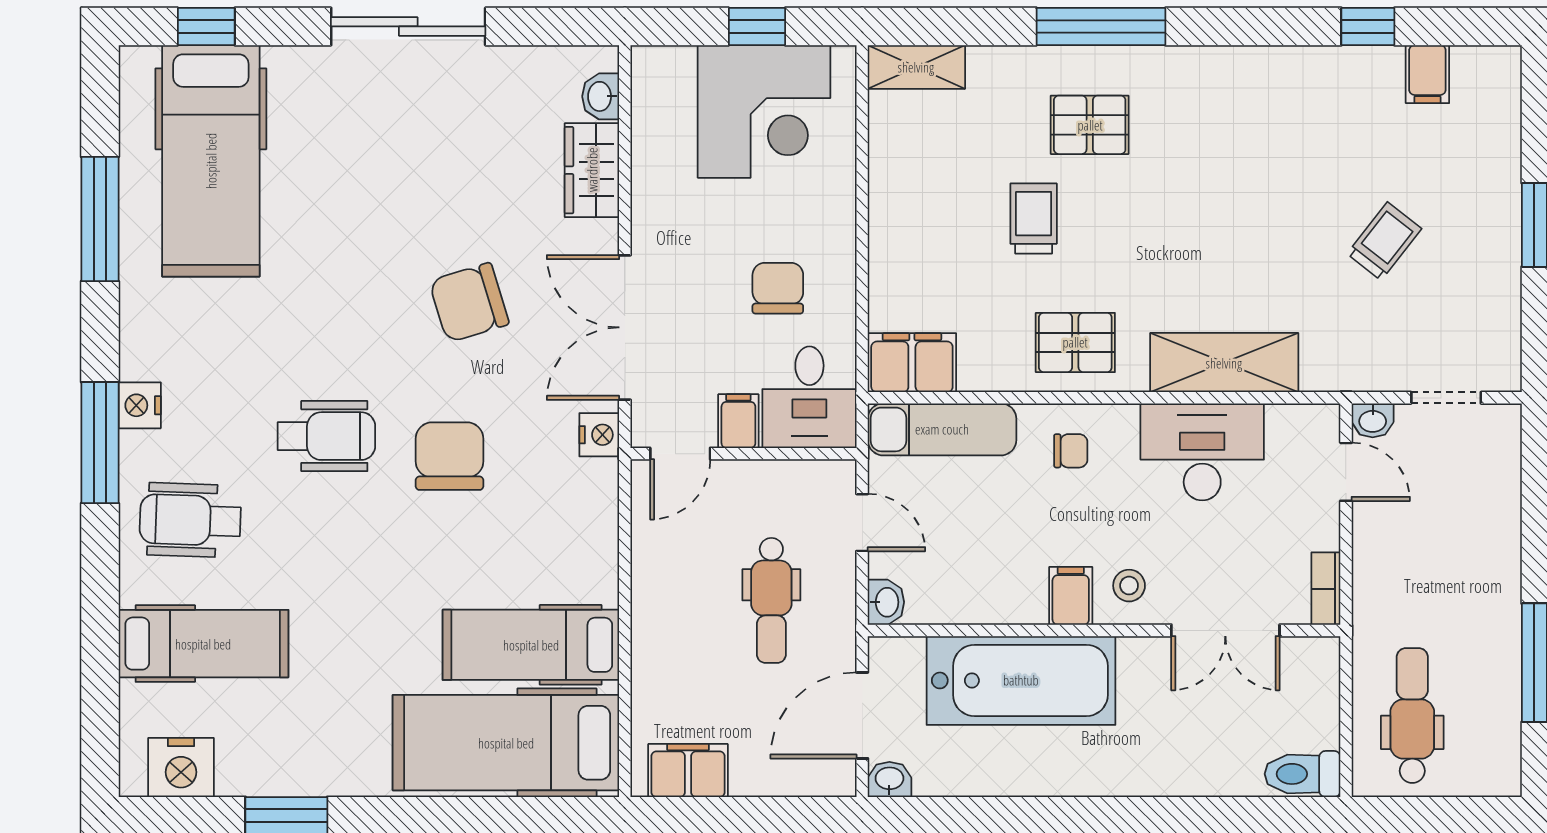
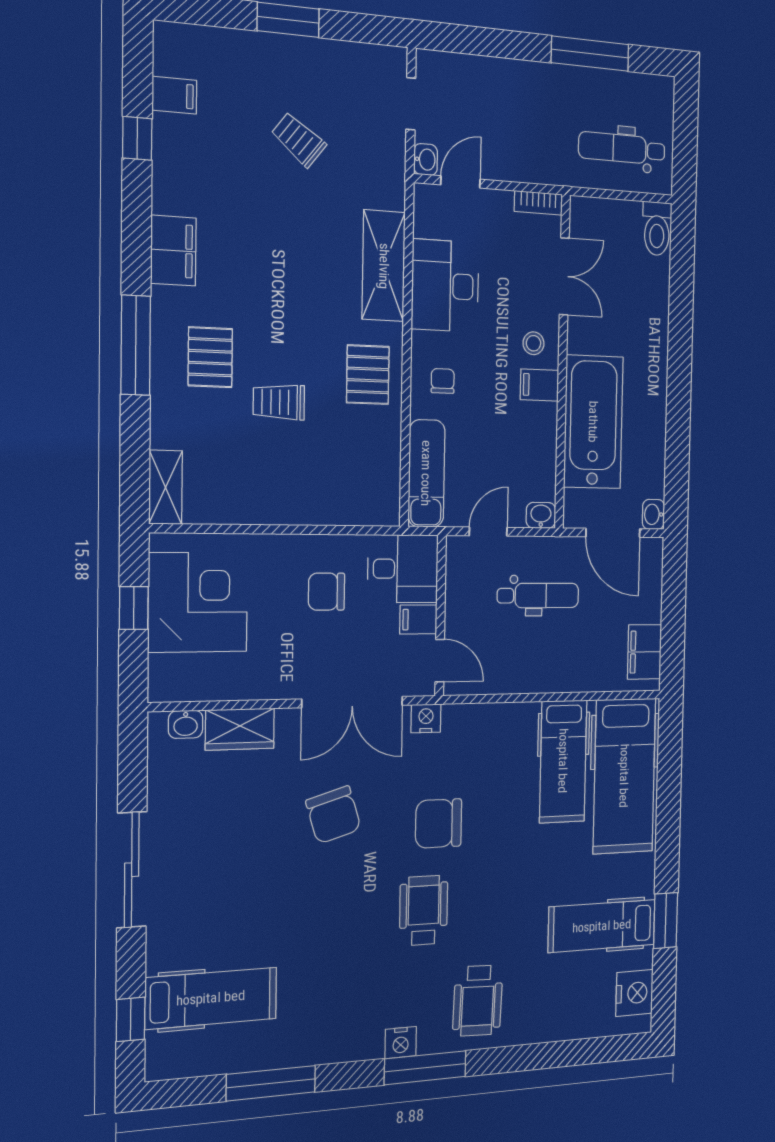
hospital bed: (211, 161) -> (211, 998), width x0.73, depth x0.78
filing cabinet: (912, 363) -> (173, 251), moved, turned 180
hospital bed: (203, 644) -> (602, 926), moved, turned -90

